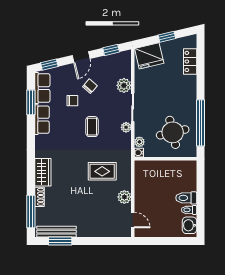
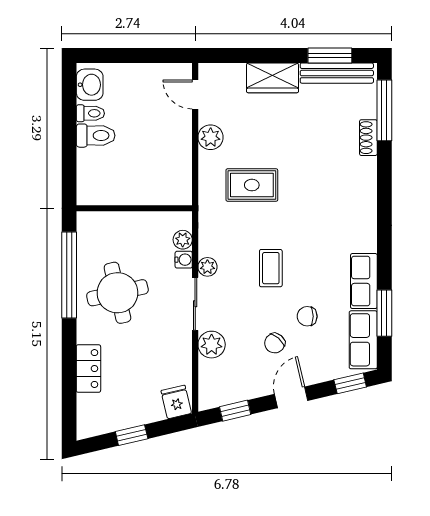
fridge: (149, 56) -> (176, 402), width x0.53, depth x0.75
locker: (190, 61) -> (88, 369), moved
round table: (173, 132) -> (117, 293), moved
water cooler: (139, 153) -> (184, 260), moved
wardrobe: (43, 172) -> (272, 78), moved, turned -90

